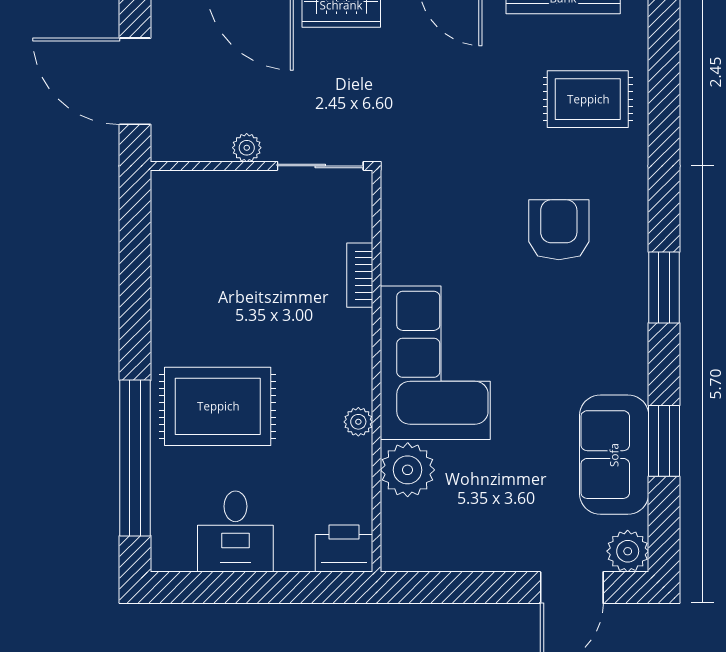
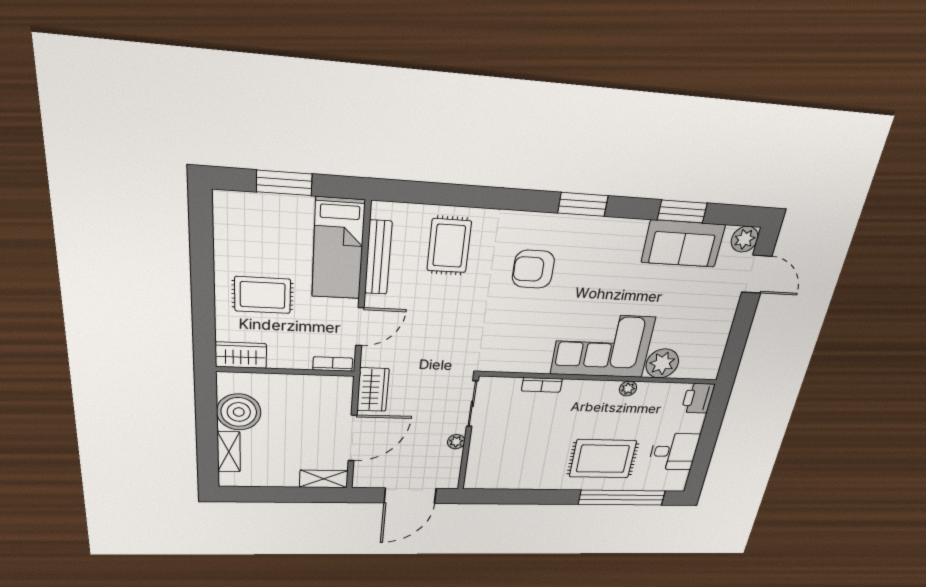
rug: (218, 406) -> (603, 459), turned 90

